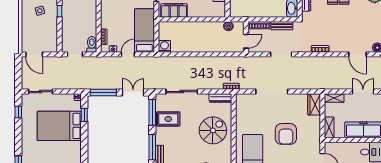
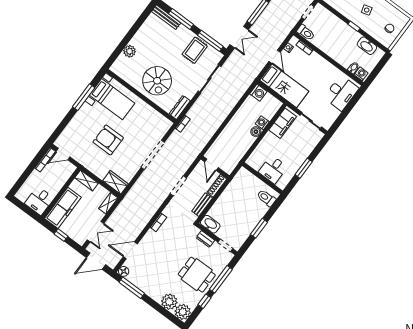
washing machine: (185, 26) -> (262, 123), added
boiler: (228, 26) -> (256, 132), moved

